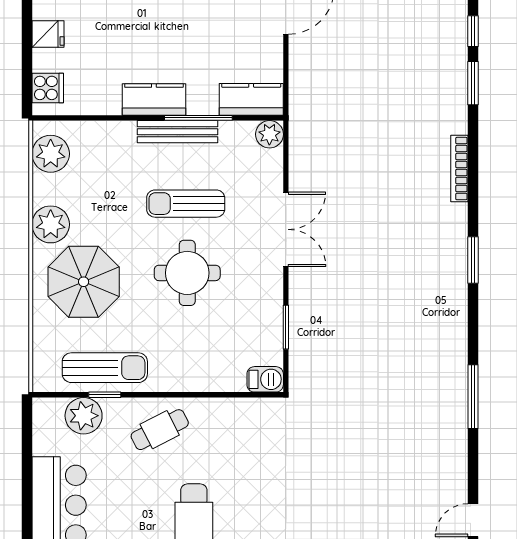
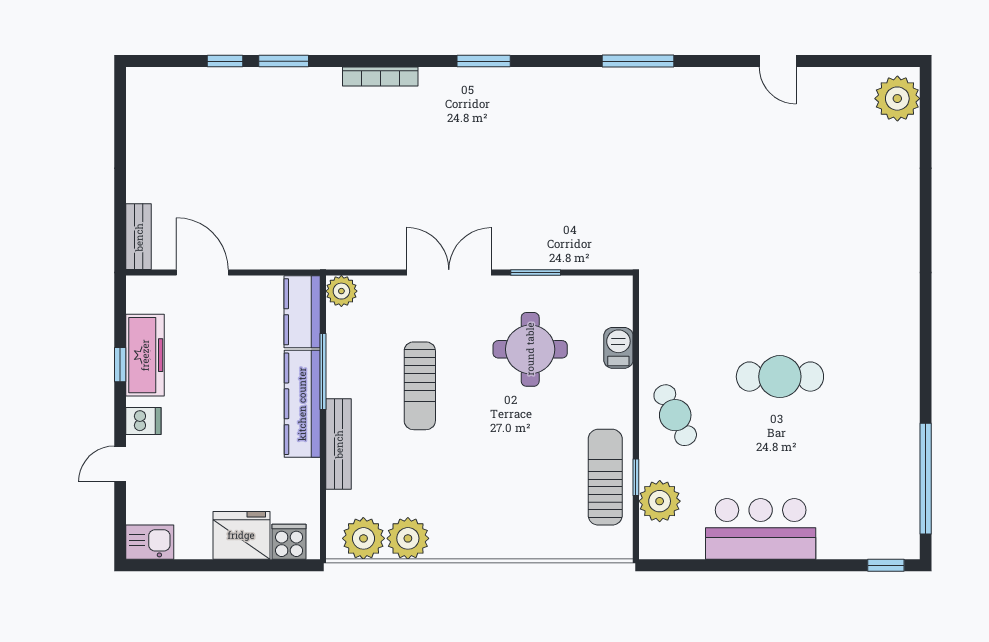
fridge: (48, 34) -> (241, 535), width x1.88, depth x1.34
kitchen counter: (154, 100) -> (302, 404), width x1.50
bench: (178, 132) -> (339, 444), moved
plant: (51, 224) -> (408, 538), moved
round table: (187, 273) -> (530, 349), moved
parasol: (84, 282) -> (508, 501), removed
window: (286, 327) -> (536, 273), moved
barbecue: (265, 379) -> (618, 348), moved

